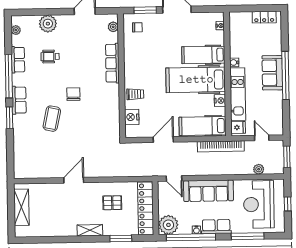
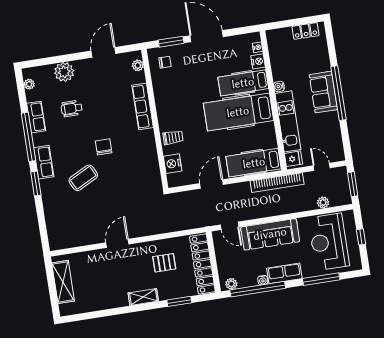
nightstand: (220, 101) -> (258, 61), moved
coffee table: (52, 119) -> (83, 178), turned 51
plant: (168, 225) -> (231, 284), width x0.53, depth x0.53

